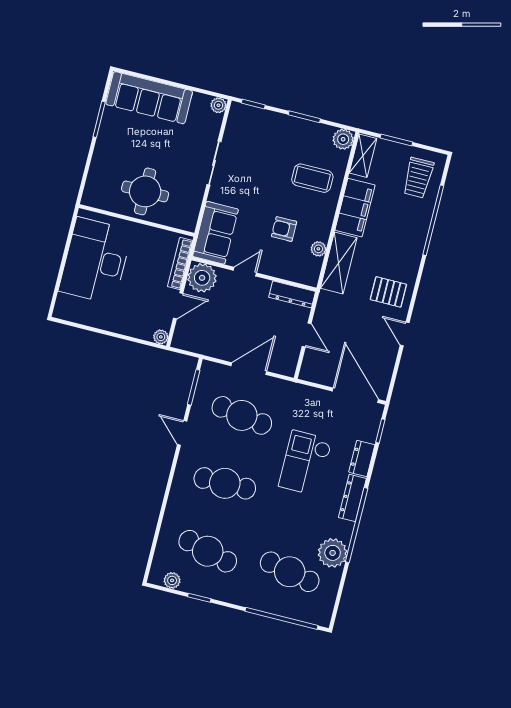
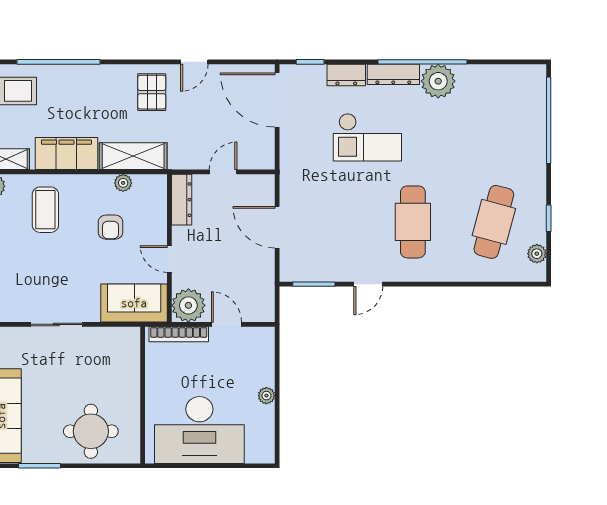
round table: (145, 191) -> (91, 431), moved
plant: (161, 337) -> (266, 396), moved
door: (355, 395) -> (277, 100), hinge flipped
cafe table: (242, 415) -> (332, 222), removed
plant: (333, 553) -> (438, 81), moved
cafe table: (290, 572) -> (494, 124), removed

